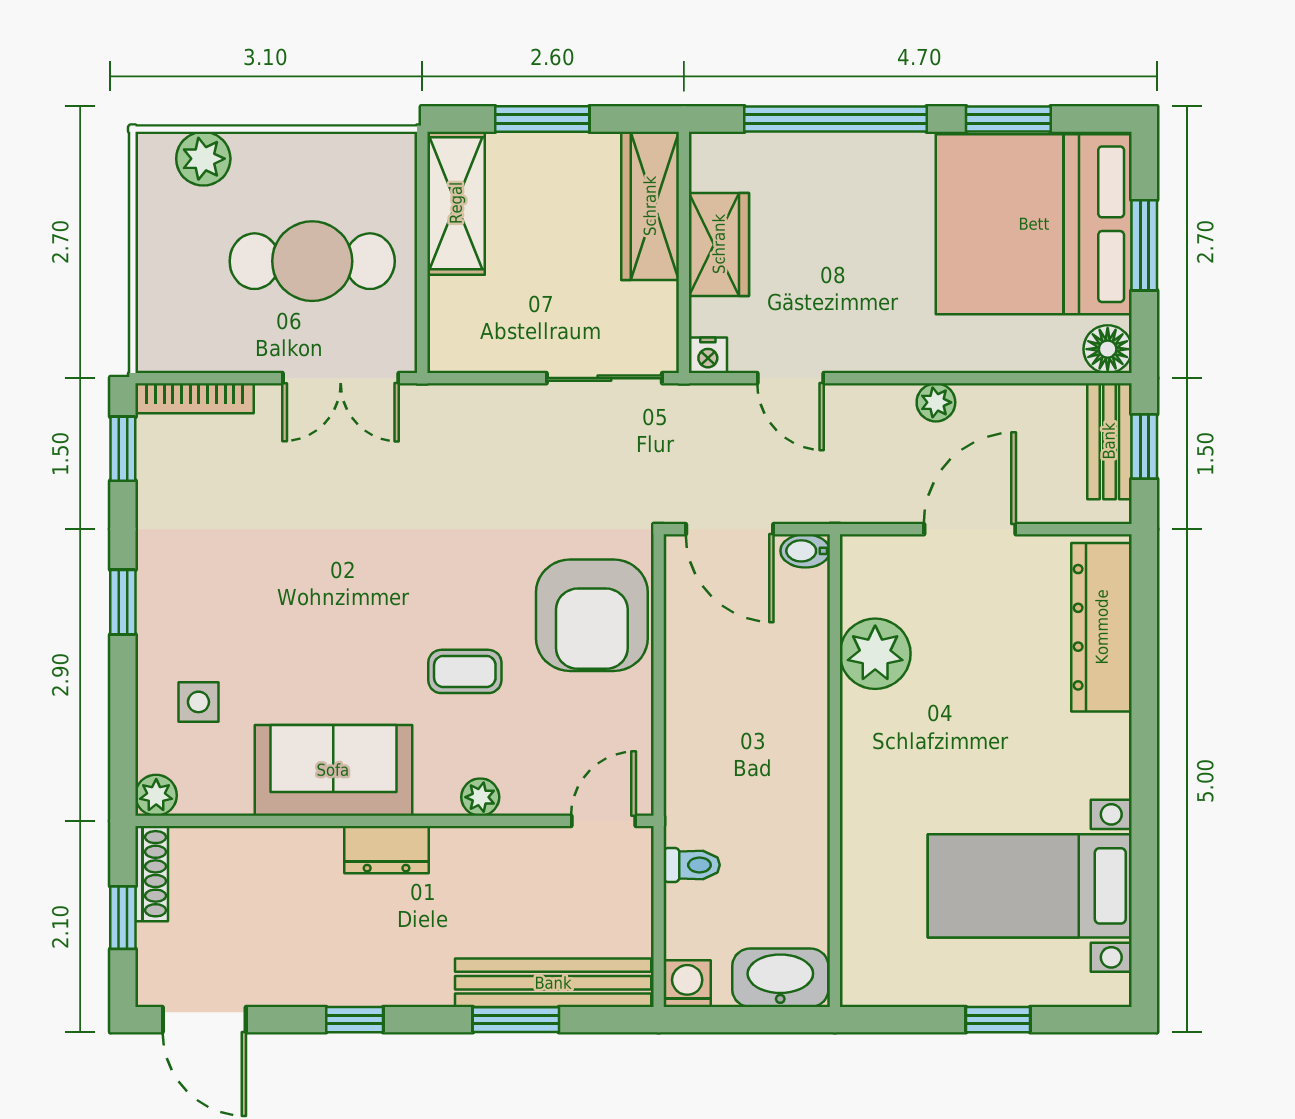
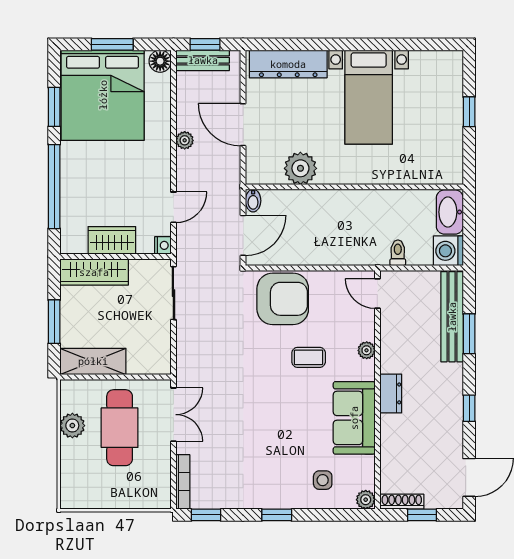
plant: (203, 159) -> (72, 426), moved
coffee table: (465, 671) -> (309, 357), turned 90
bed with nightstands: (1030, 886) -> (369, 97), moved
washing machine: (687, 984) -> (448, 251), width x1.38, depth x1.38

